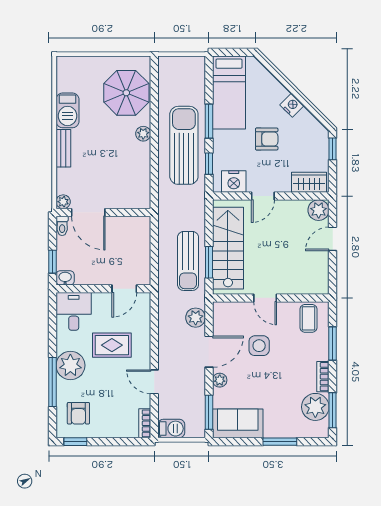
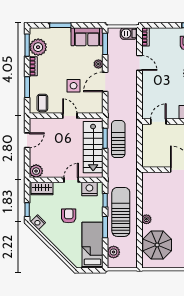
nightstand: (292, 105) -> (38, 222), moved
armchair: (267, 139) -> (69, 216), turned 90
sun lounger: (184, 145) -> (121, 212), turned 180
door: (333, 239) -> (27, 140), moved
plant: (196, 318) -> (114, 252), moved
rug: (112, 345) -> (166, 86), removed

